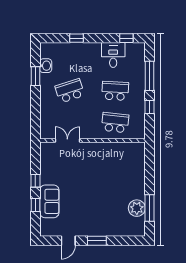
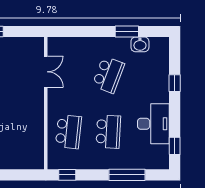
desk: (113, 55) -> (153, 124), width x1.37
school desk: (70, 91) -> (108, 75), turned 39
window: (149, 107) -> (67, 175), moved

